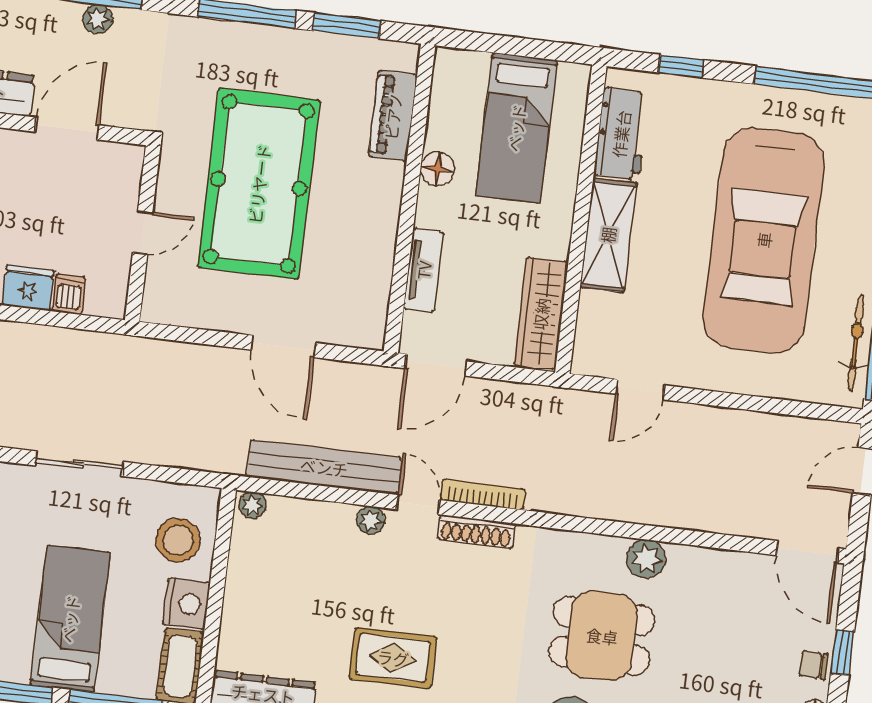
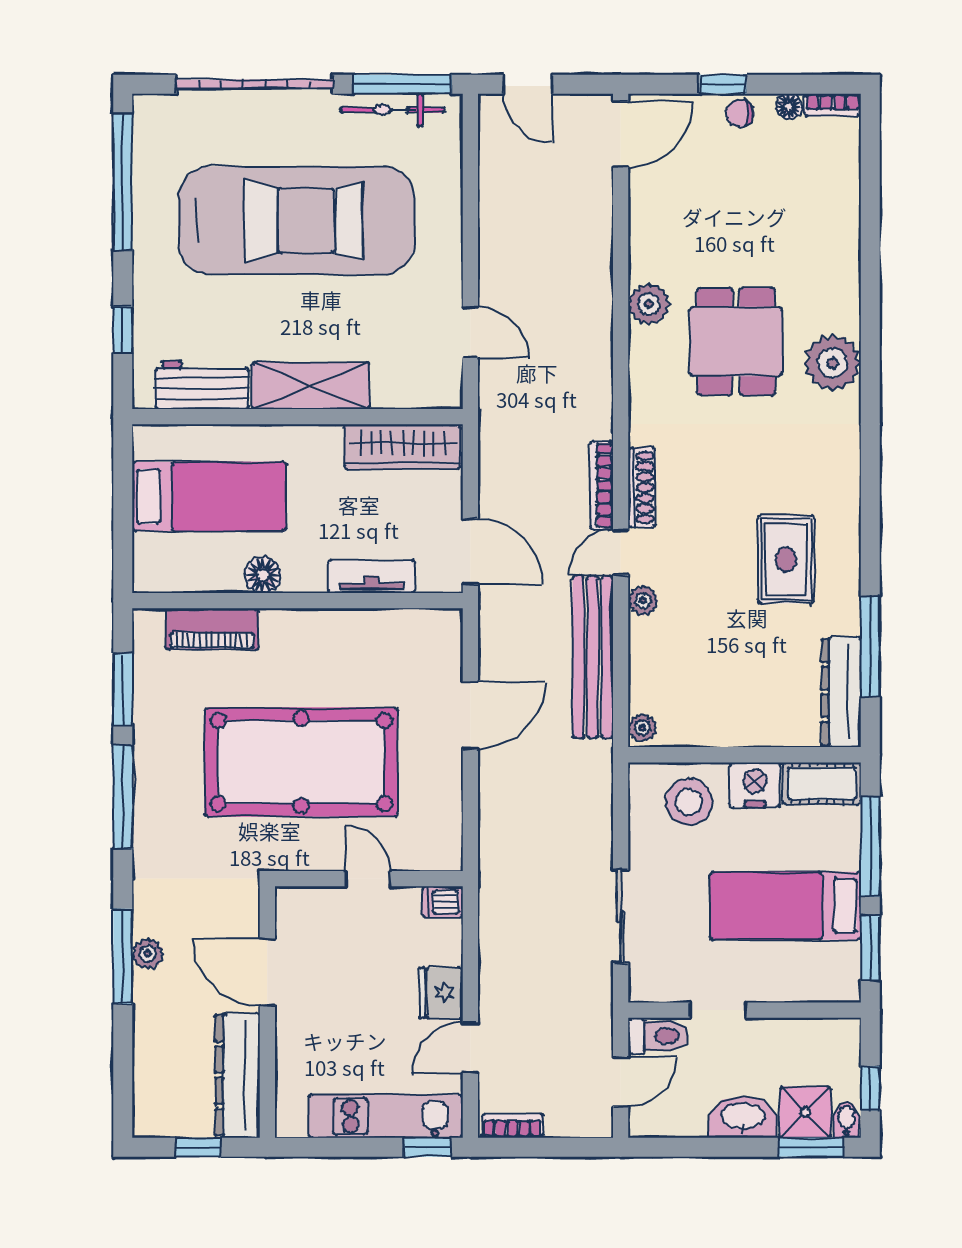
dishwasher: (69, 294) -> (442, 902), moved
chair: (814, 665) -> (740, 113), turned 90

